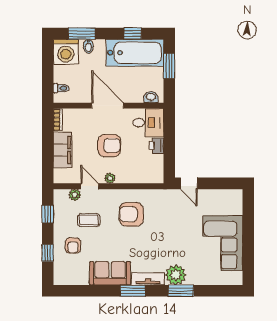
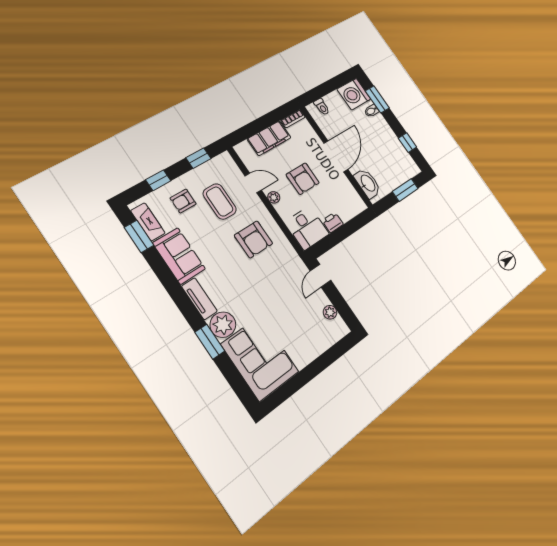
bathtub: (135, 53) -> (394, 154), removed
washbasin: (151, 97) -> (368, 183), width x1.91, depth x1.45
desk: (148, 123) -> (307, 228), moved
door: (90, 186) -> (253, 183), hinge flipped
plant: (75, 195) -> (330, 312), moved
armchair: (131, 214) -> (254, 239), turned 180
coffee table: (89, 220) -> (220, 201), width x1.36, depth x1.30
corner sofa: (223, 243) -> (260, 358), moved, turned 90
fireplace: (73, 279) -> (148, 222), added
window: (133, 291) -> (139, 236), moved

